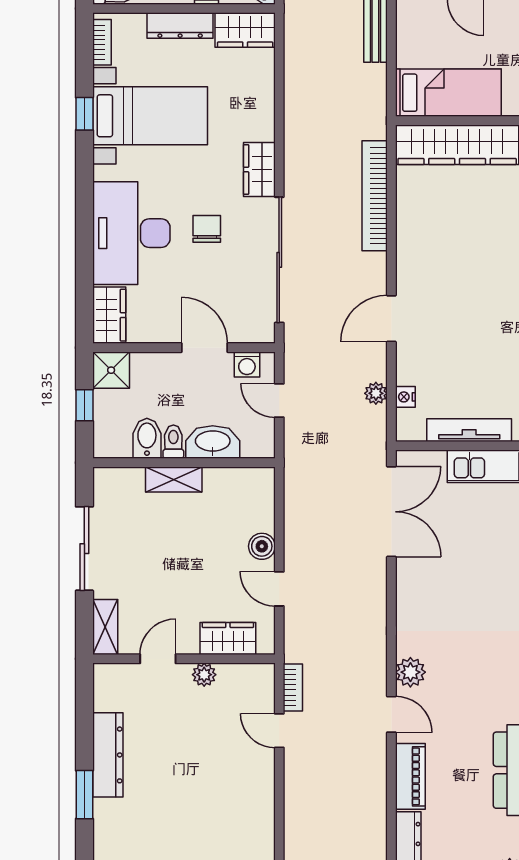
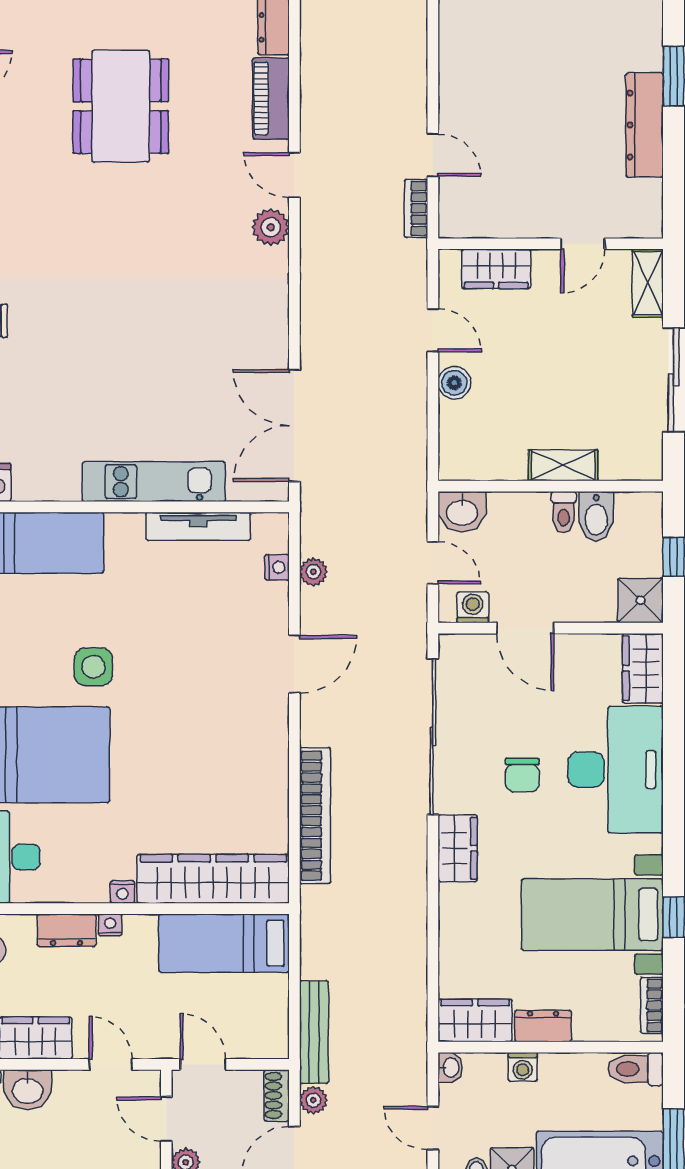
dresser: (180, 26) -> (543, 1026), width x0.70
washbasin: (213, 442) -> (462, 512), moved, width x0.72
plant: (204, 675) -> (526, 224), removed

